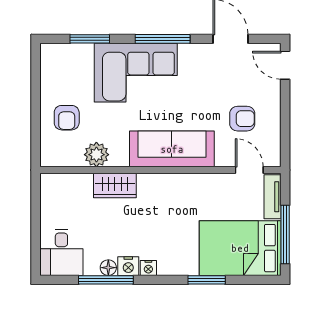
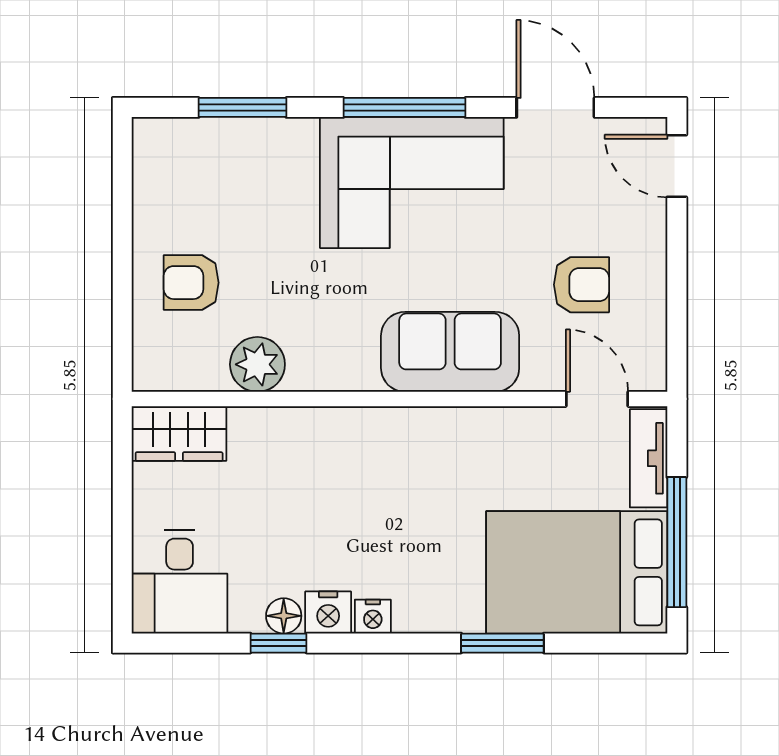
corner sofa: (136, 73) -> (412, 183), moved
armchair: (67, 118) -> (191, 283), turned 90
sofa: (172, 149) -> (450, 352), width x0.73
wardrobe: (115, 186) -> (179, 433), moved
window: (106, 280) -> (278, 643), width x0.46

